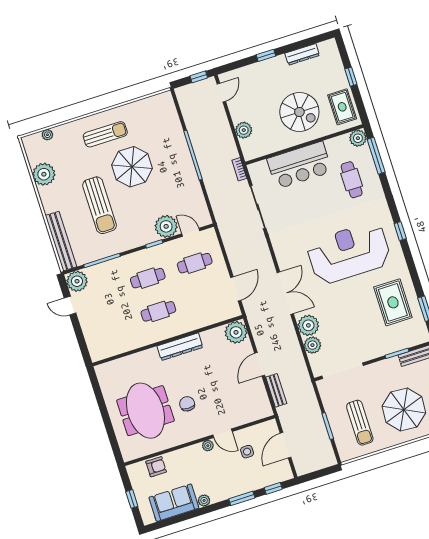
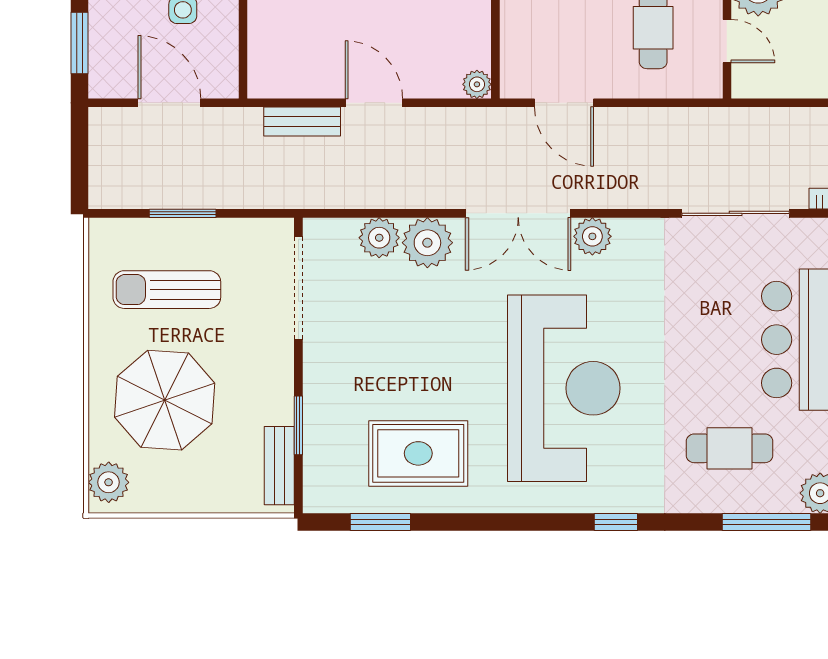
window: (400, 231) -> (616, 522), moved
door: (191, 232) -> (727, 41), hinge flipped
plant: (285, 261) -> (592, 236), added
plant: (236, 332) -> (477, 84), width x0.53, depth x0.53
window: (273, 488) -> (80, 43), width x1.50

